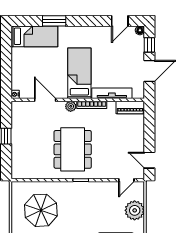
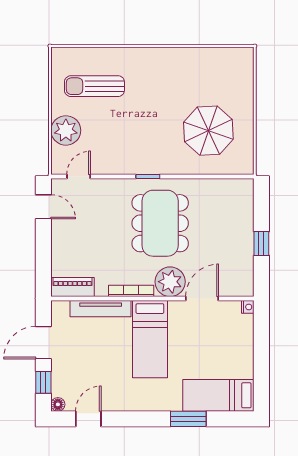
door: (45, 100) -> (202, 299), swing flipped
plant: (71, 106) -> (170, 282), width x1.88, depth x1.88

